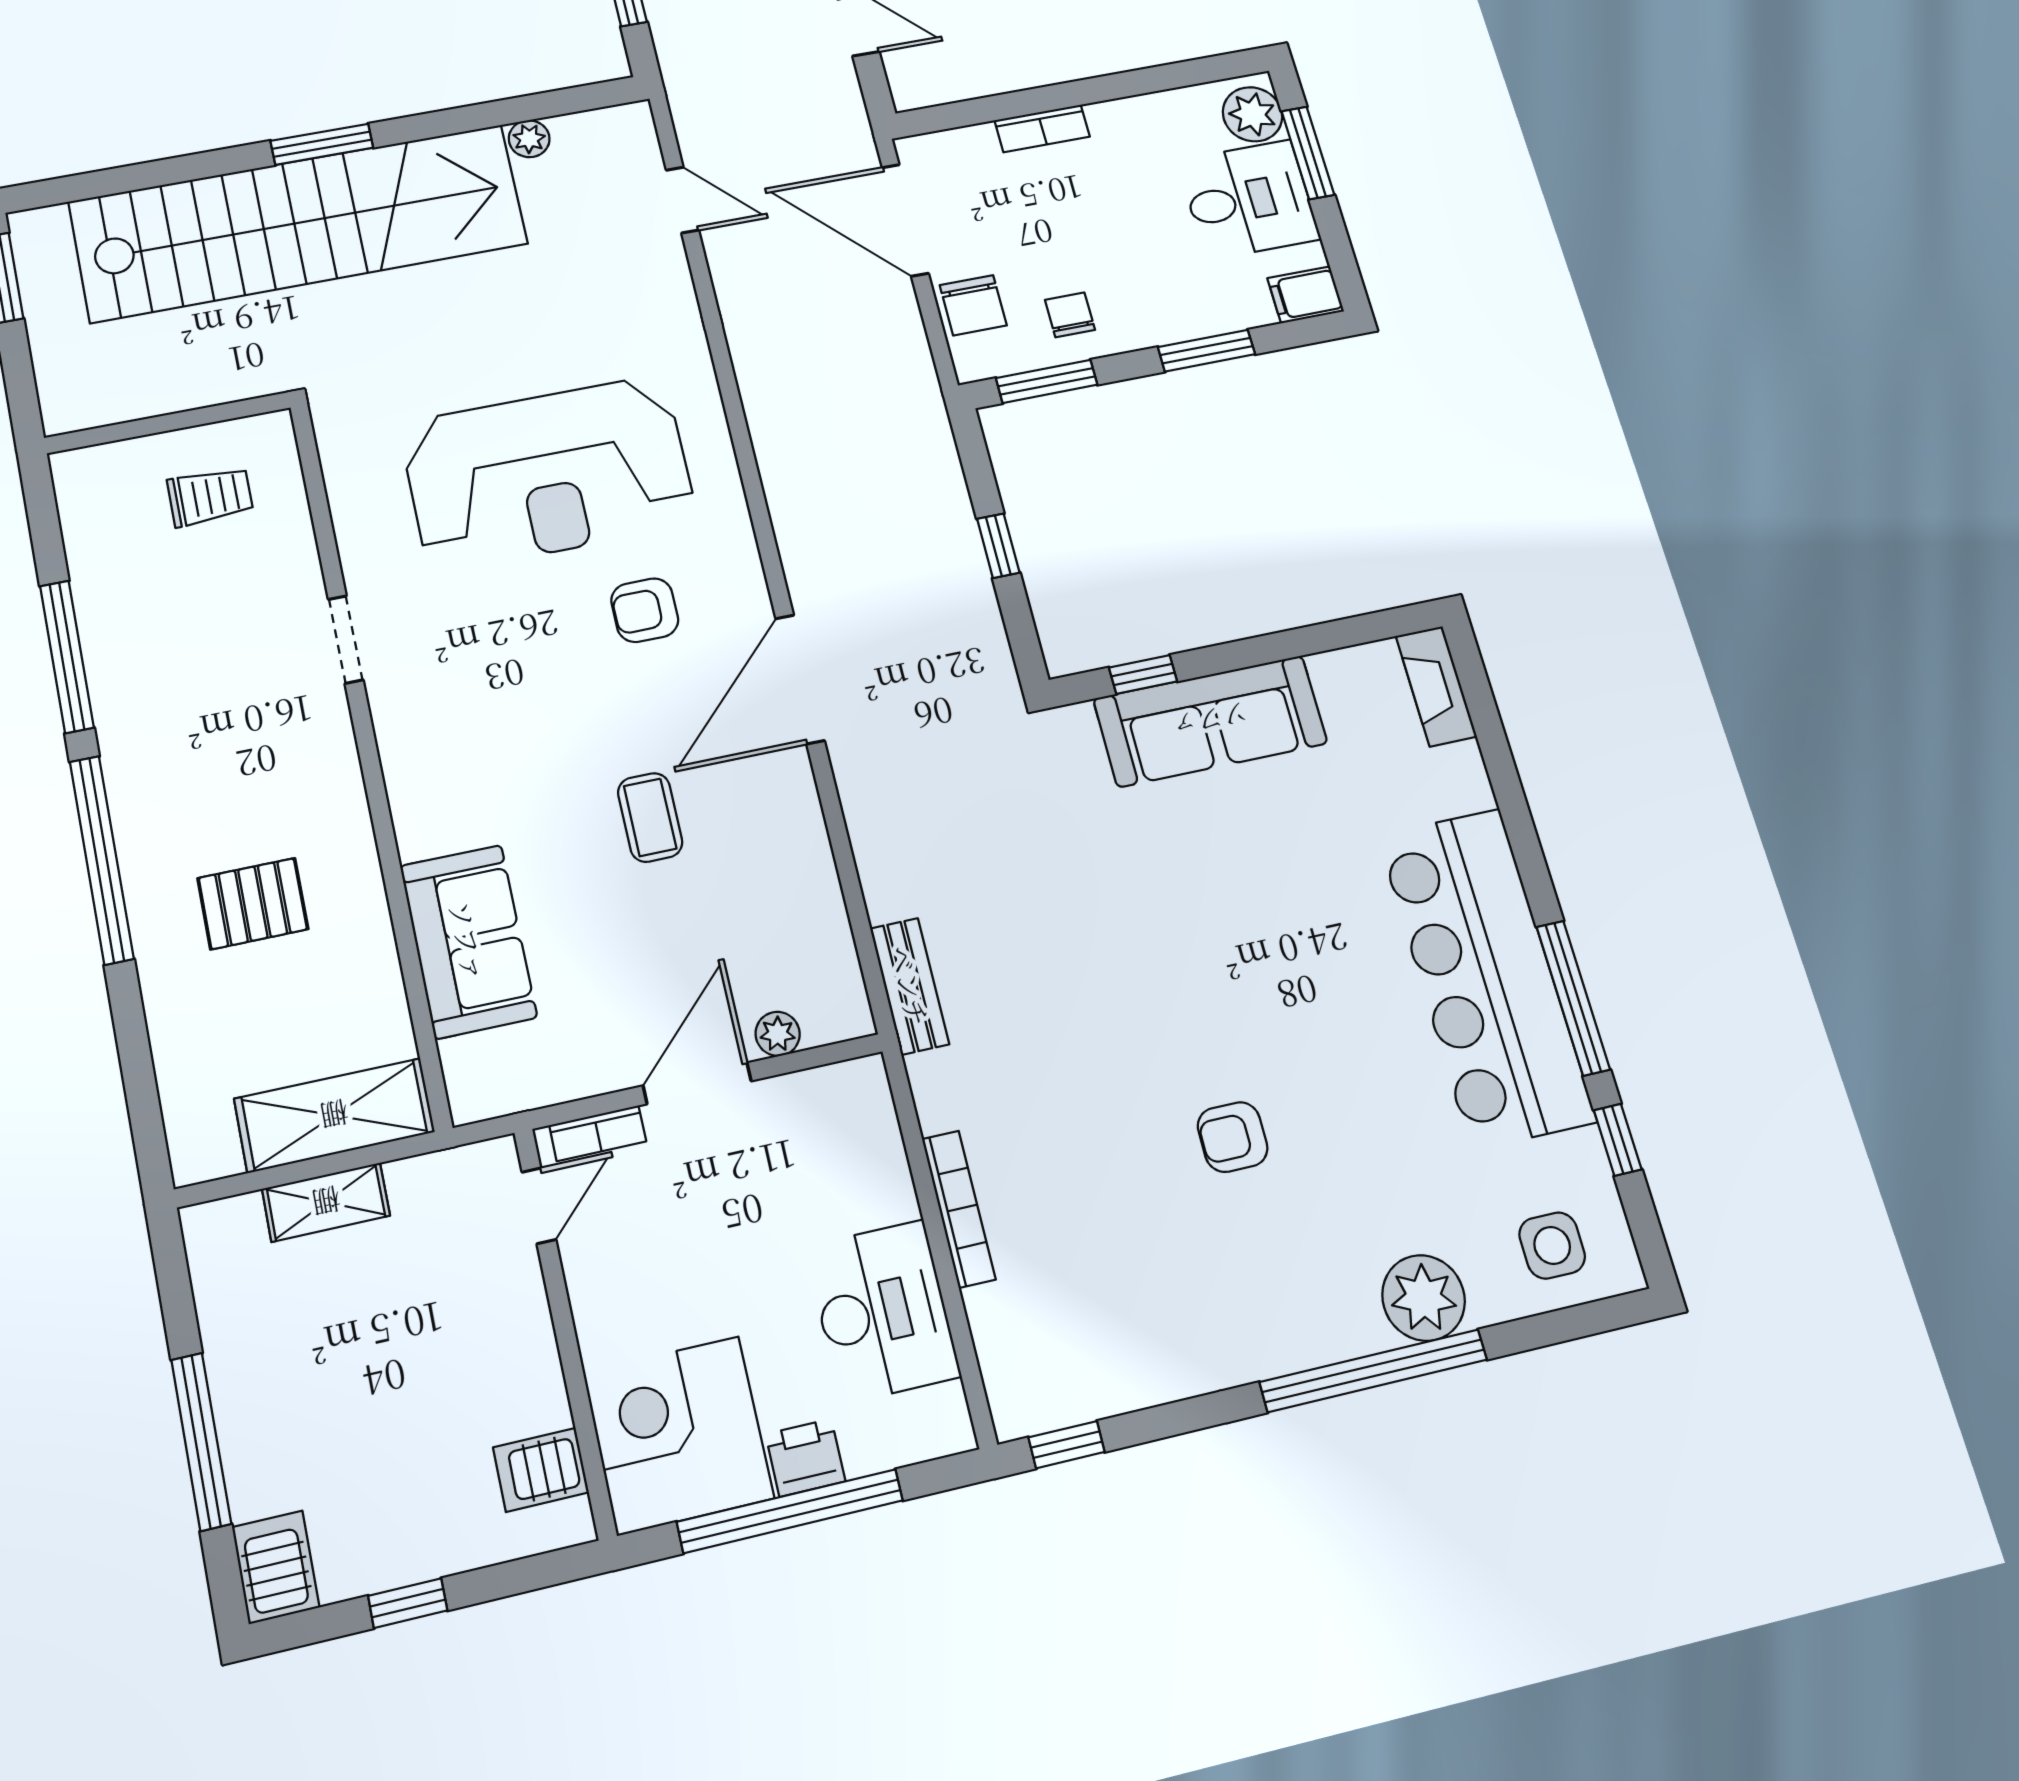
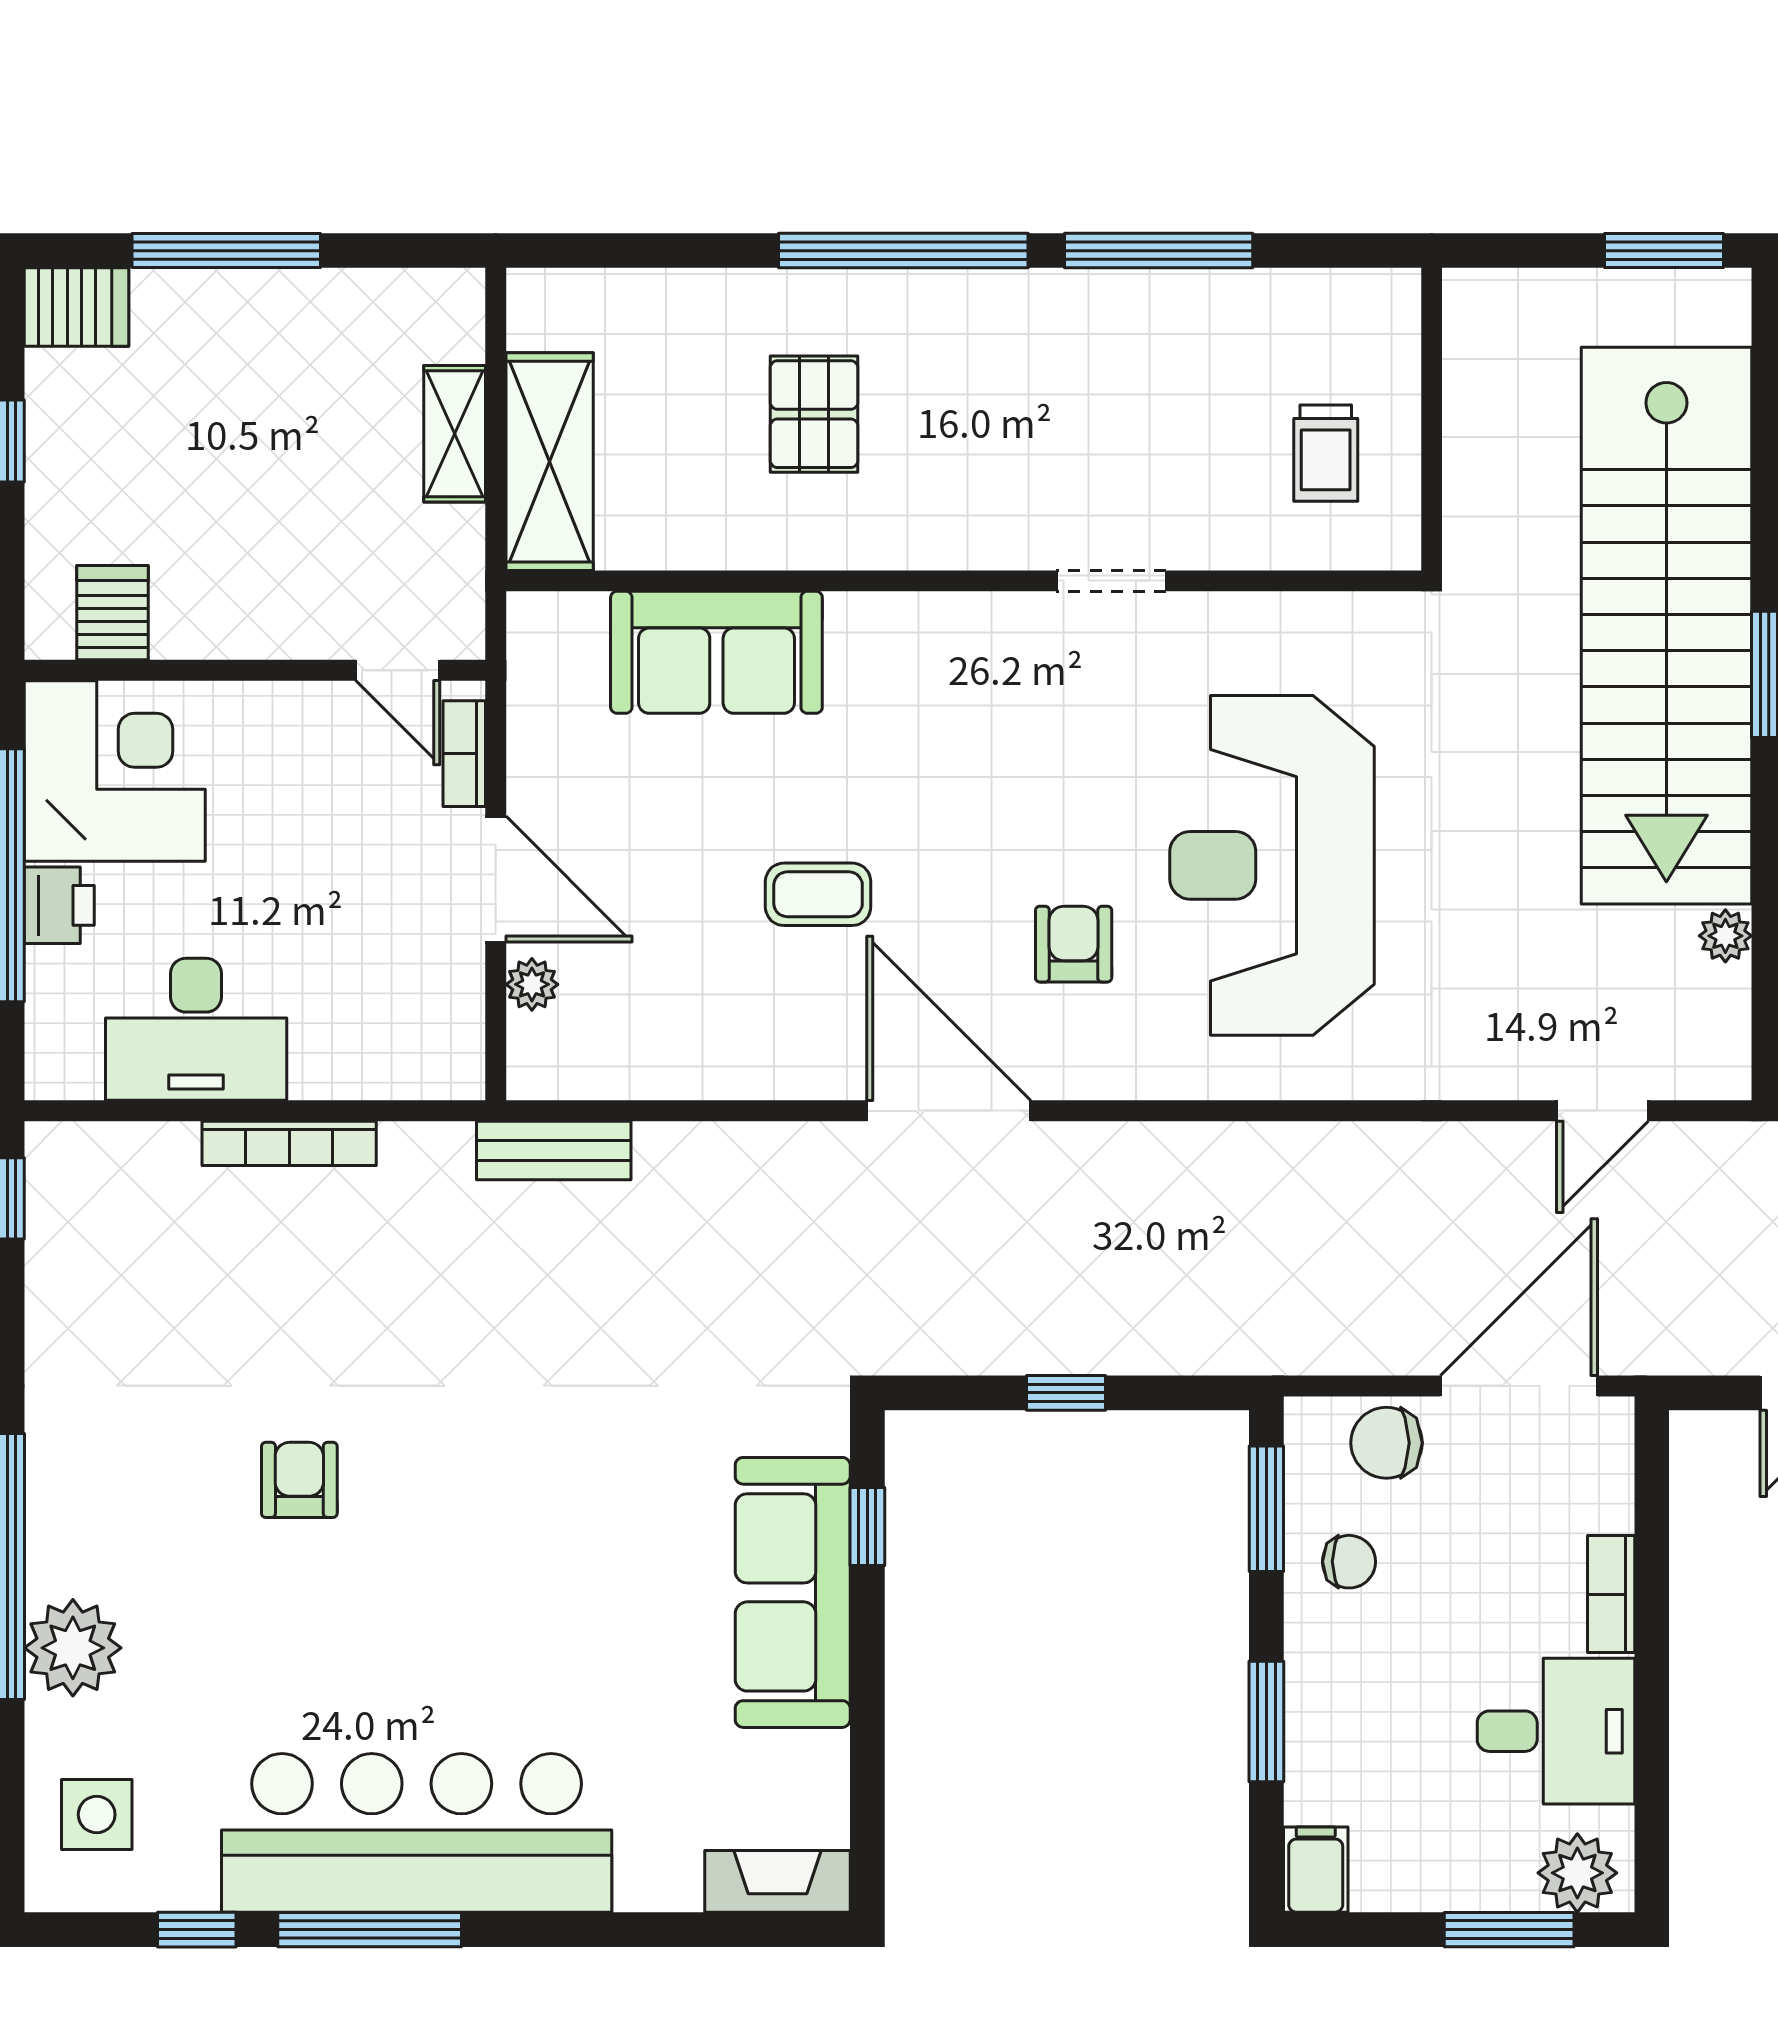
desk: (1249, 200) -> (1556, 1731), moved, turned -90

